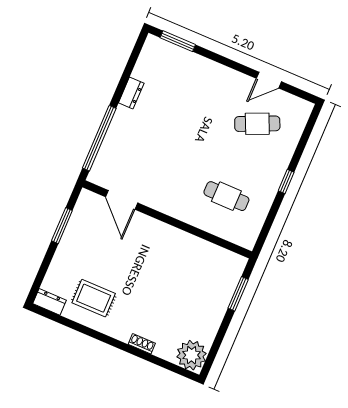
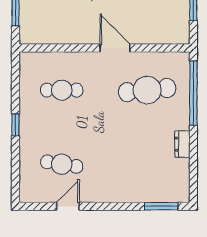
cafe table: (257, 124) -> (62, 164), turned 33
cafe table: (143, 161) -> (147, 90), added
door: (122, 200) -> (115, 48), moved

